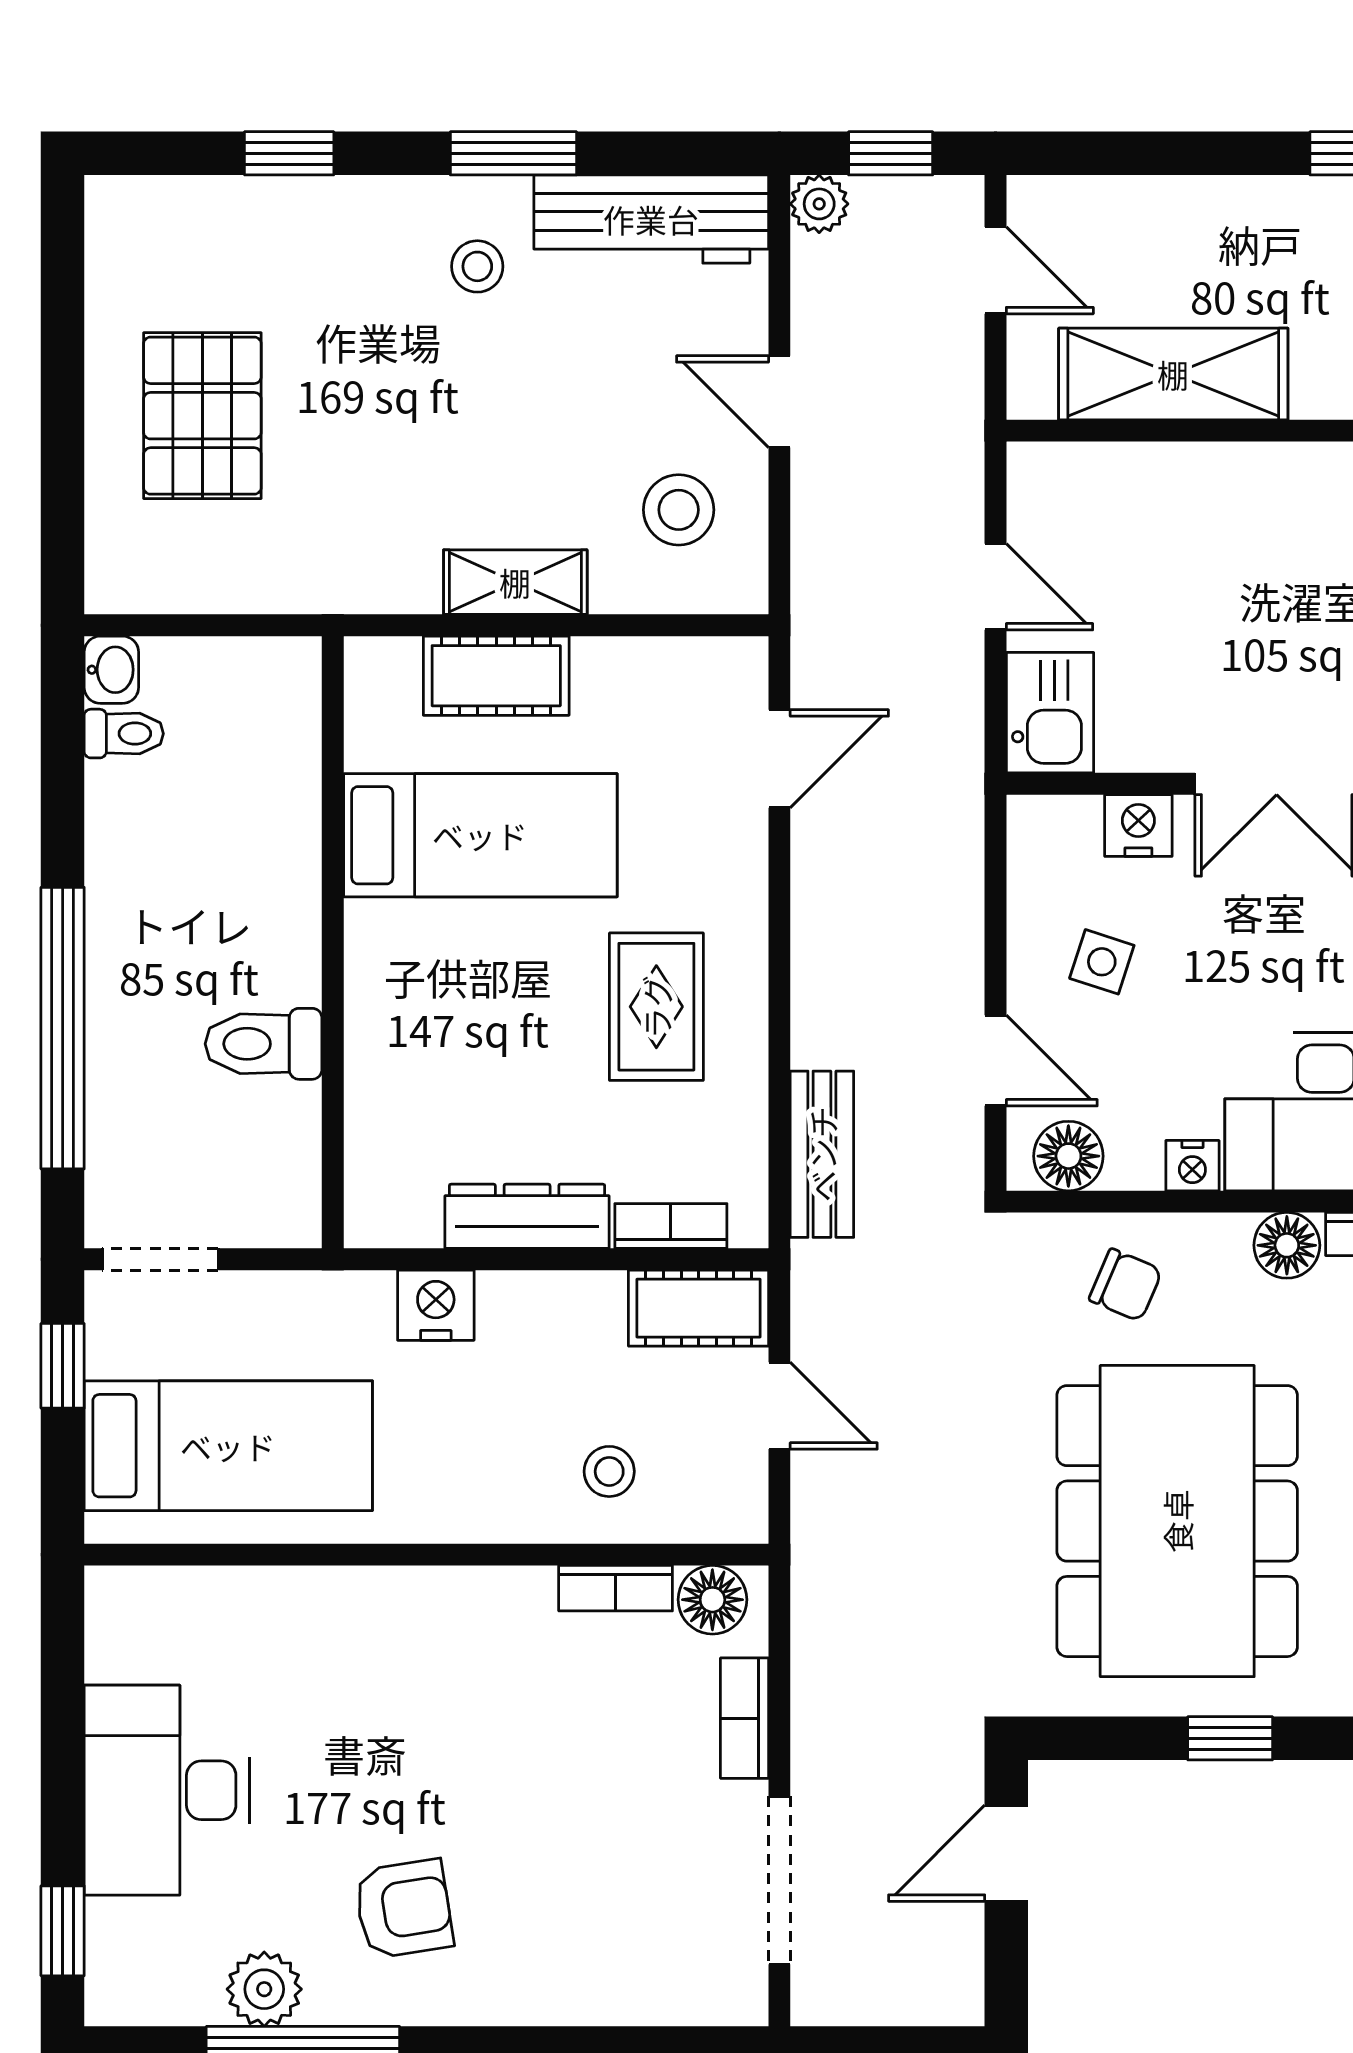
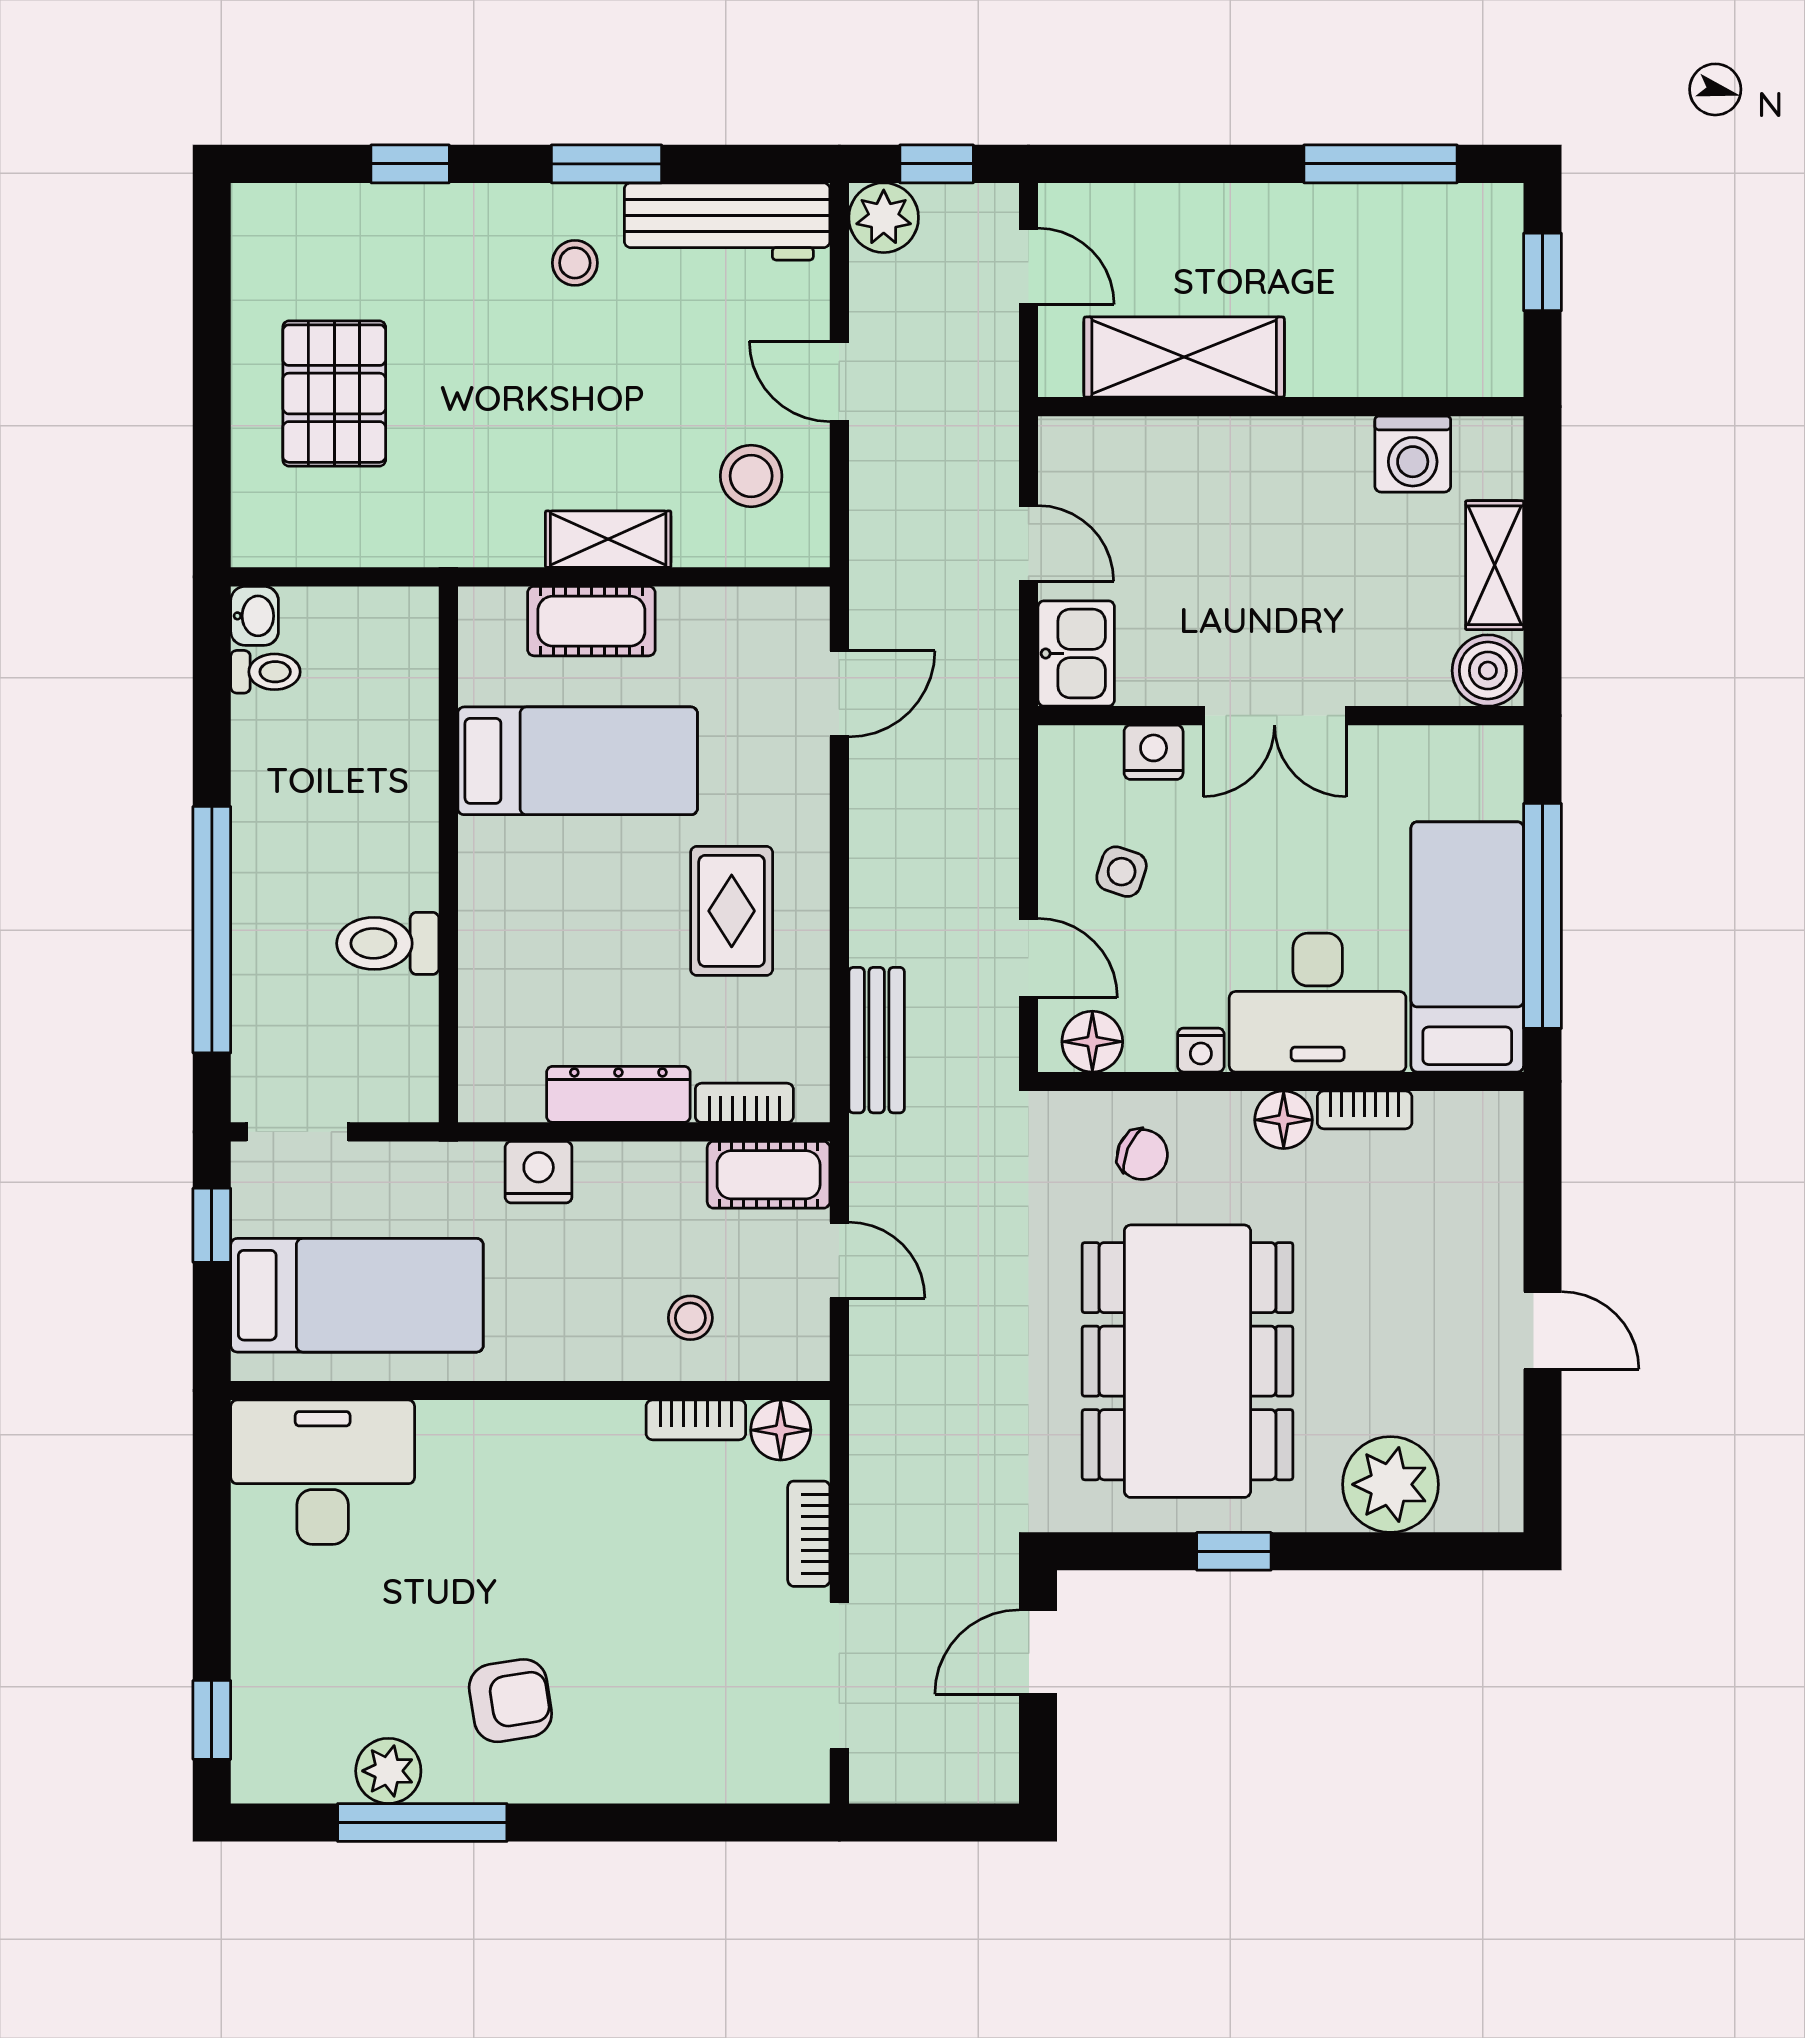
plant: (819, 204) -> (884, 218), width x1.38, depth x1.38
desk: (167, 1790) -> (323, 1472), moved, turned 90

